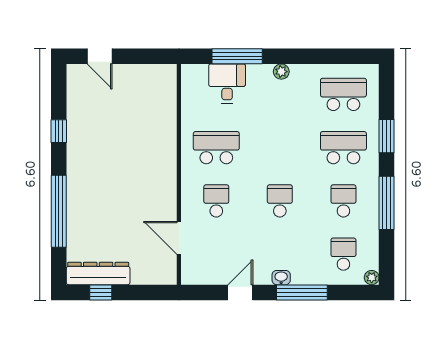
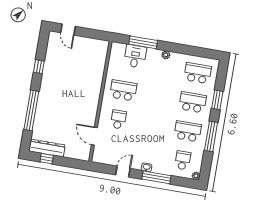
school desk: (280, 201) -> (153, 125), removed
school desk: (343, 201) -> (188, 131), width x1.85

